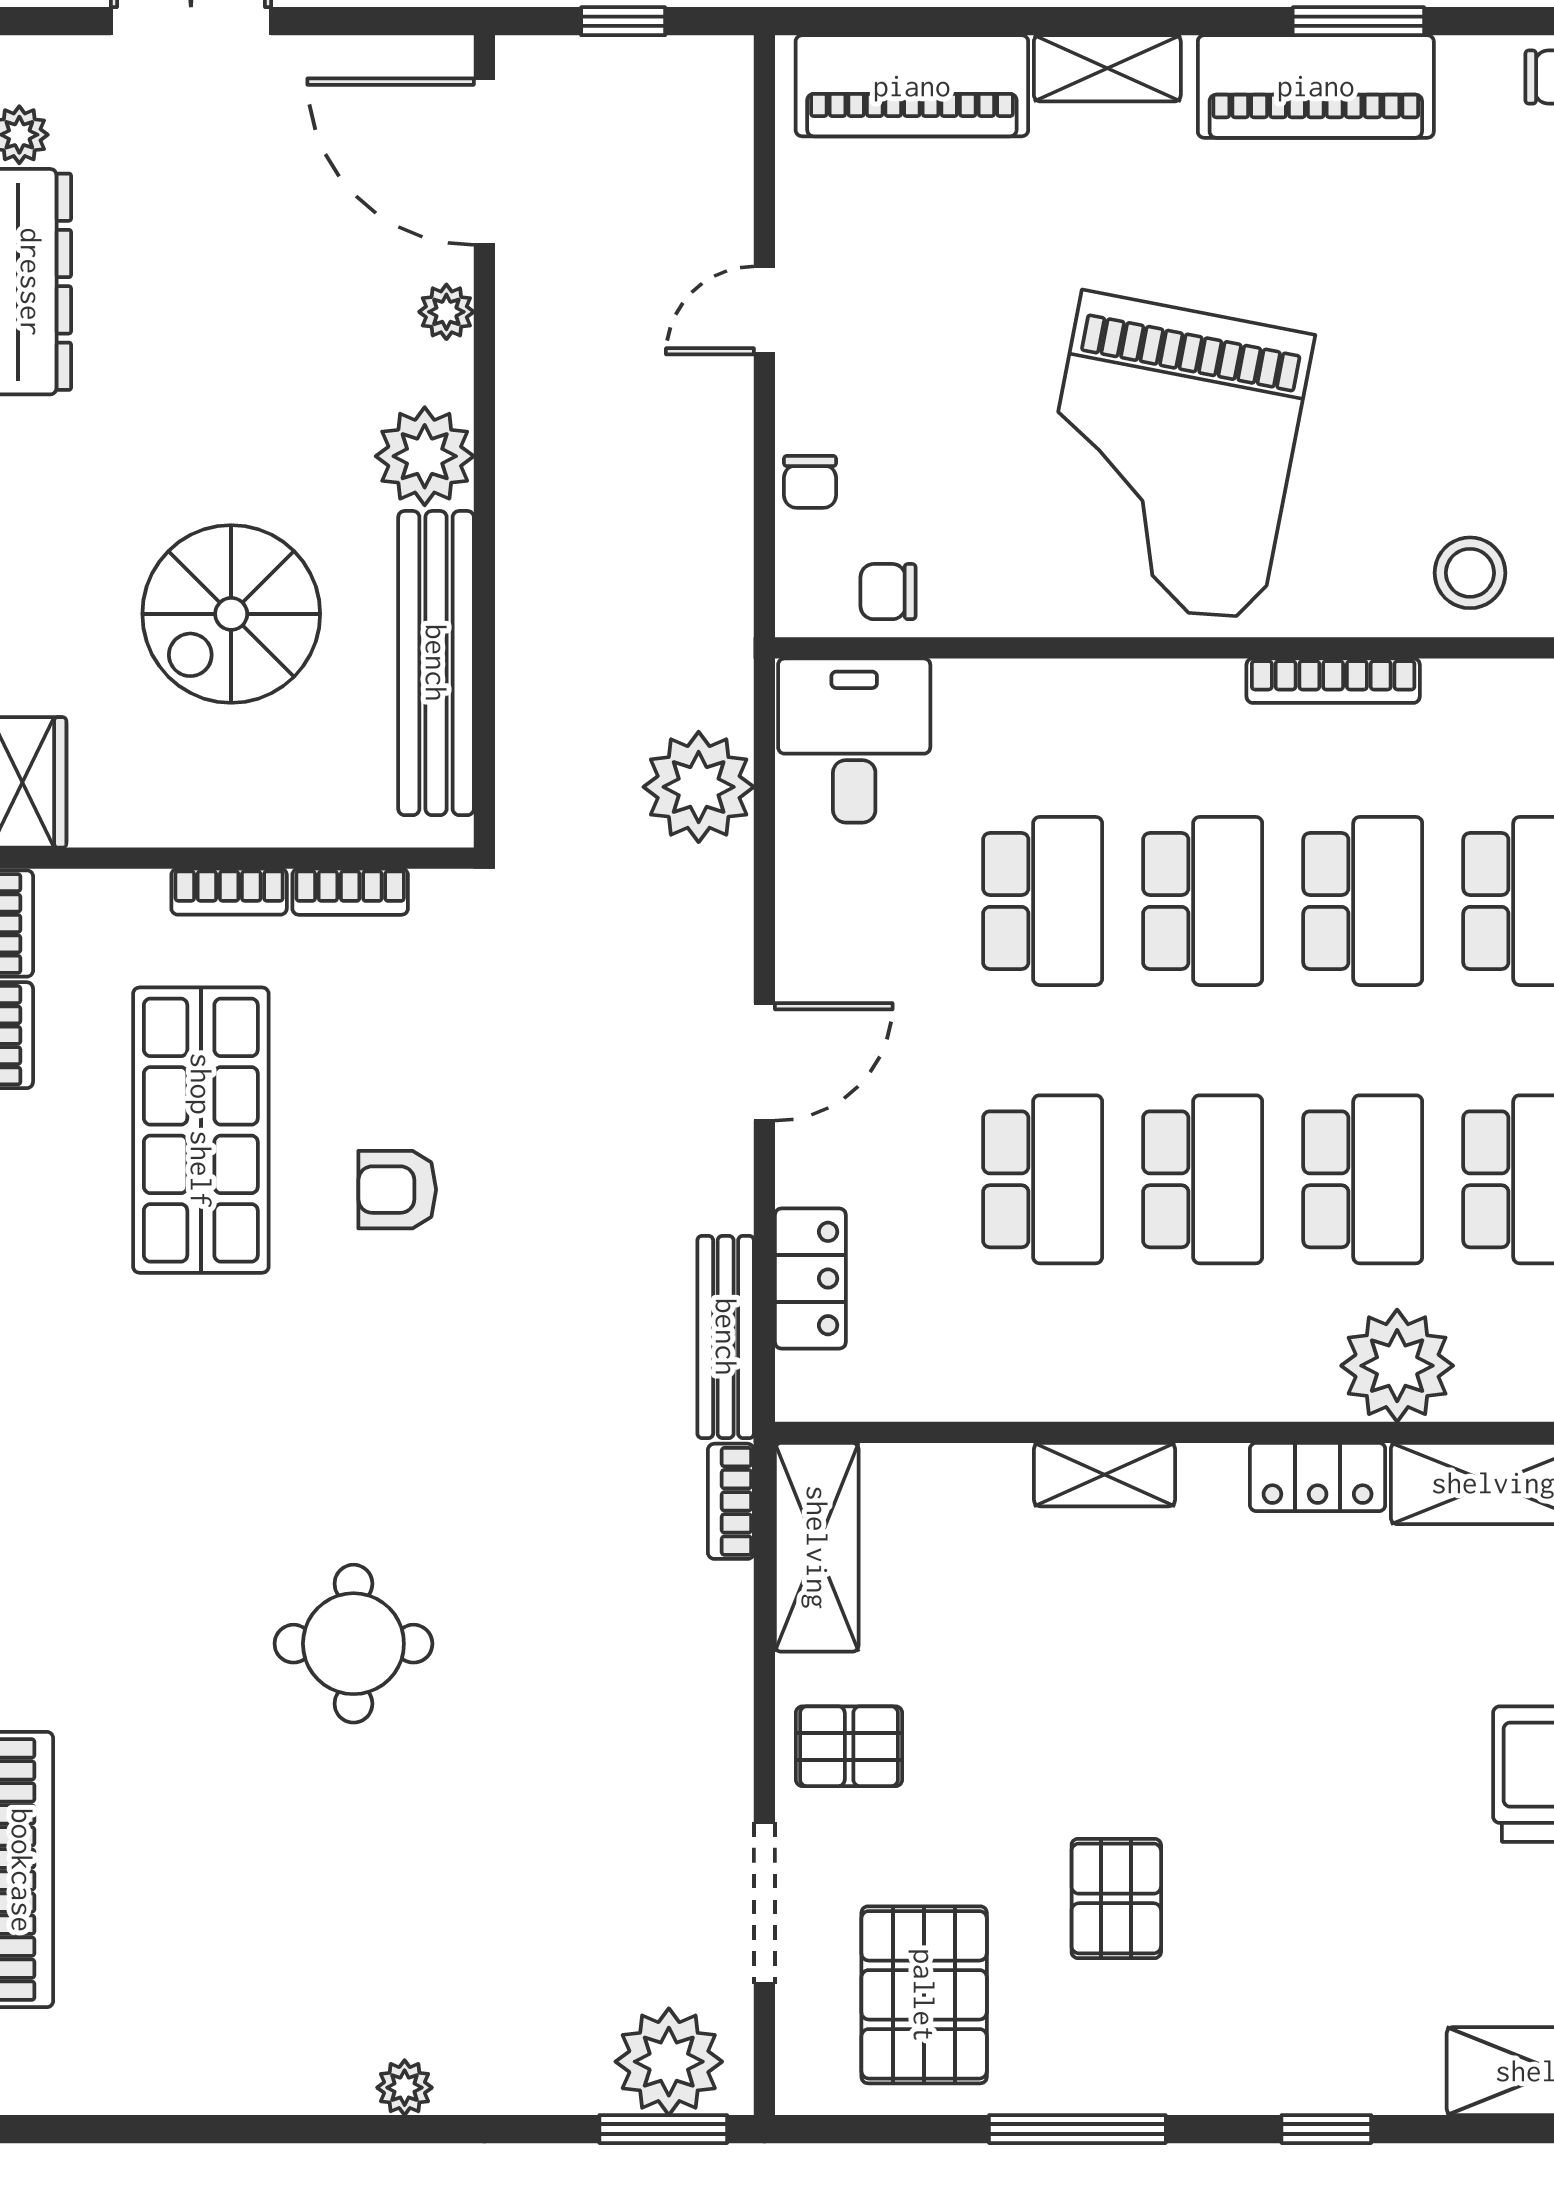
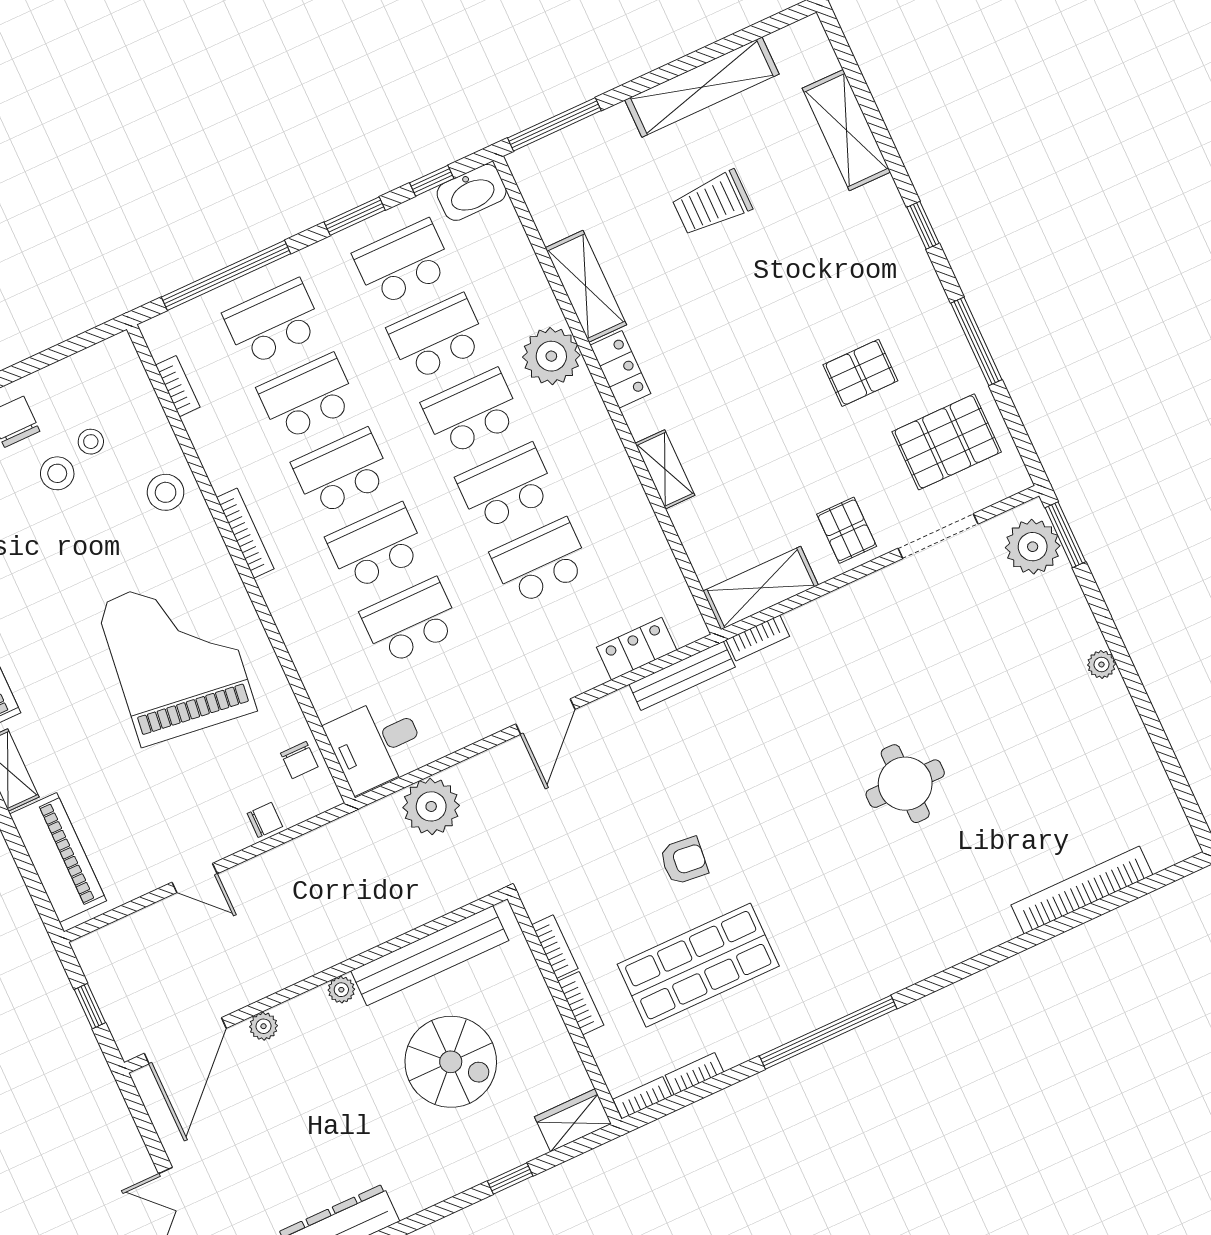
plant: (425, 456) -> (341, 990), width x0.53, depth x0.53
grand piano: (1170, 458) -> (176, 657), turned -94
door: (764, 1062) -> (545, 717), swing flipped
armchair: (397, 1190) -> (684, 861), turned -84

